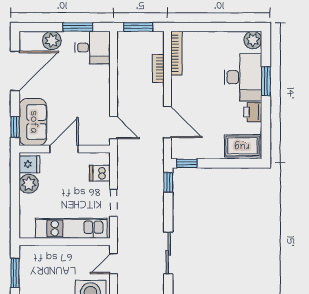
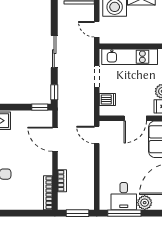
window: (78, 27) -> (124, 213), width x1.44
desk: (93, 48) -> (124, 196), moved, turned -90
sliding door: (168, 253) -> (54, 52), moved
door: (114, 264) -> (97, 29), swing flipped

